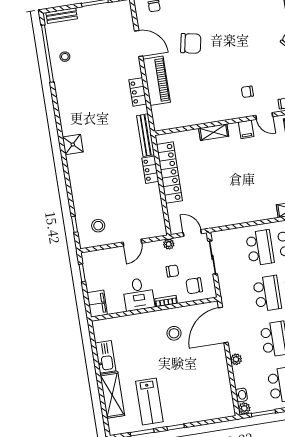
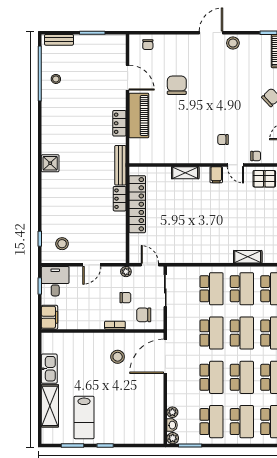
chair: (191, 43) -> (177, 85), turned -101
desk: (138, 294) -> (55, 281), moved, turned 180
plant: (236, 359) -> (172, 412), moved

